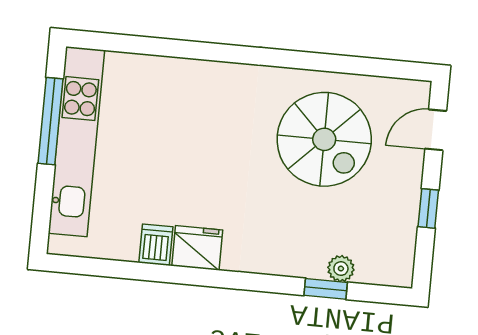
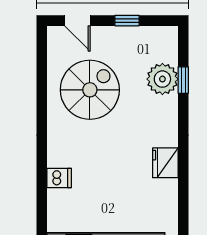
dishwasher: (156, 245) -> (59, 178), moved, turned 180
plant: (341, 269) -> (162, 79), width x1.88, depth x1.88

